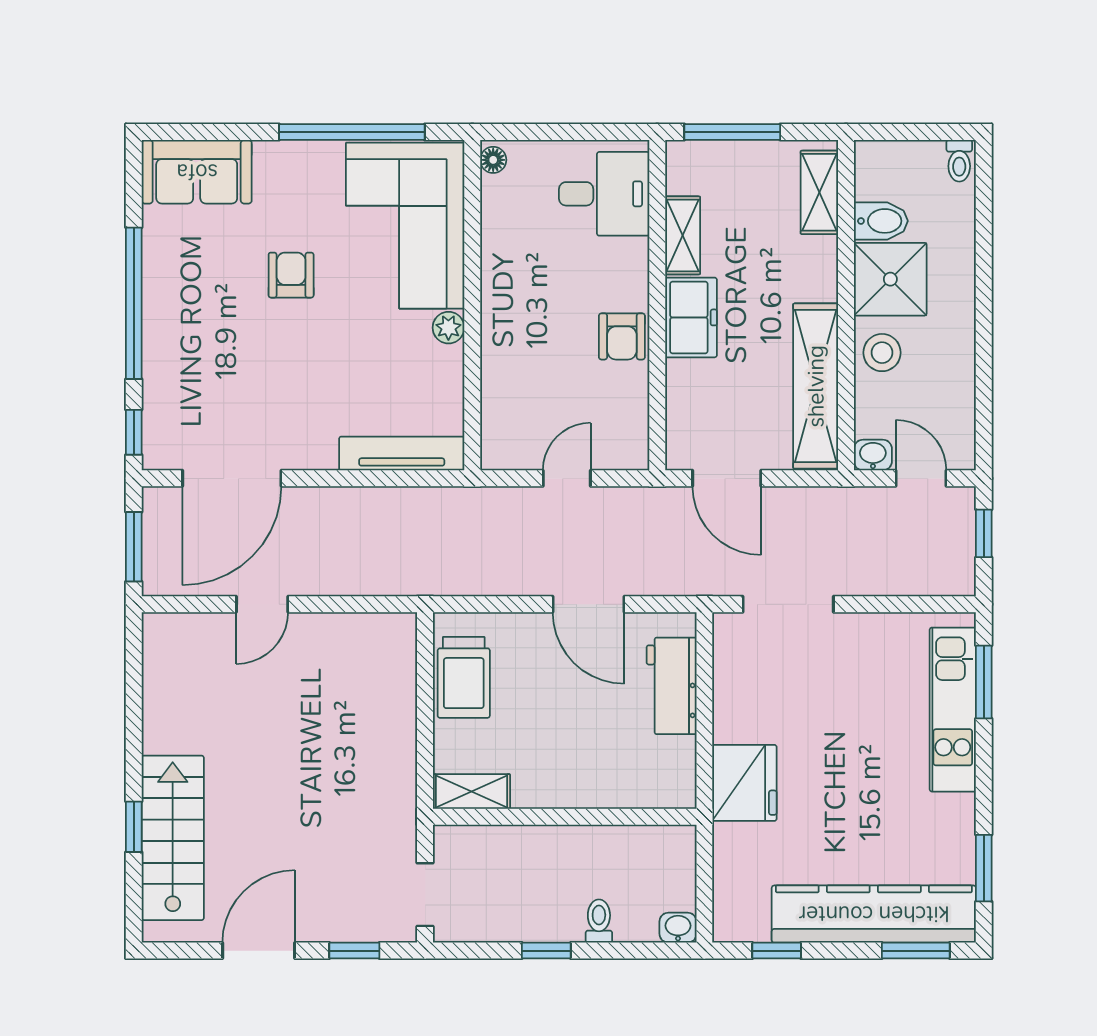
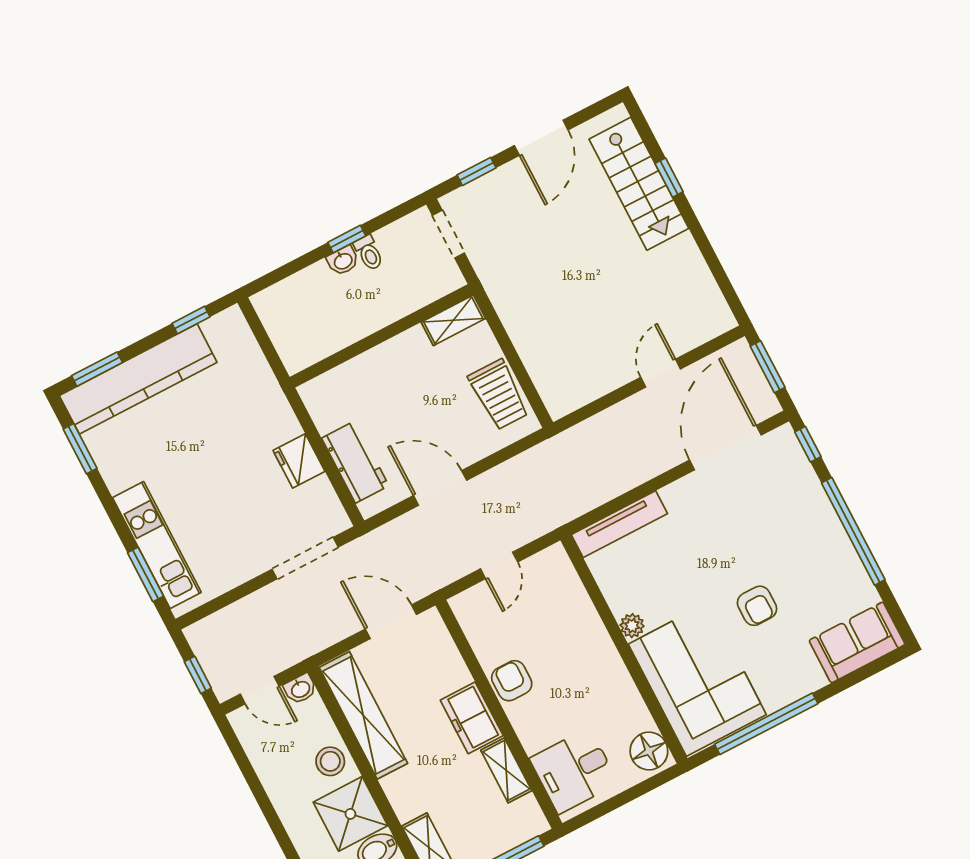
floor lamp: (493, 160) -> (649, 751), width x1.89, depth x1.89
trolley: (464, 677) -> (499, 395), turned 180
fridge: (744, 783) -> (299, 461), moved, width x0.73, depth x0.75
toilet: (599, 921) -> (369, 253), moved
washbasin: (678, 928) -> (343, 261), moved

